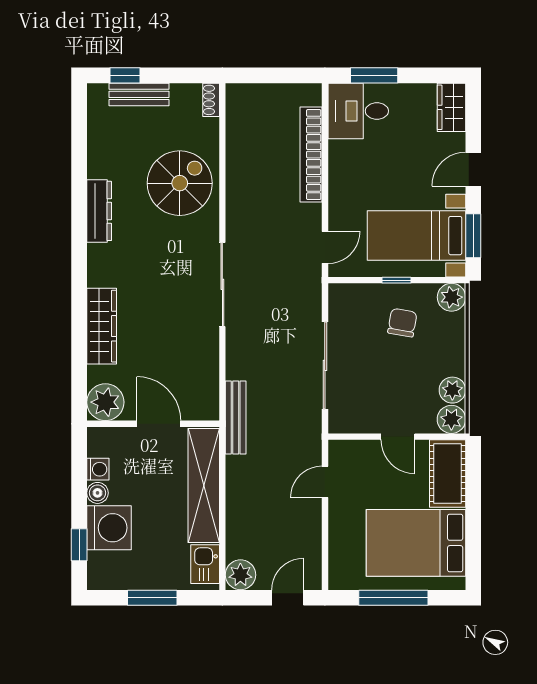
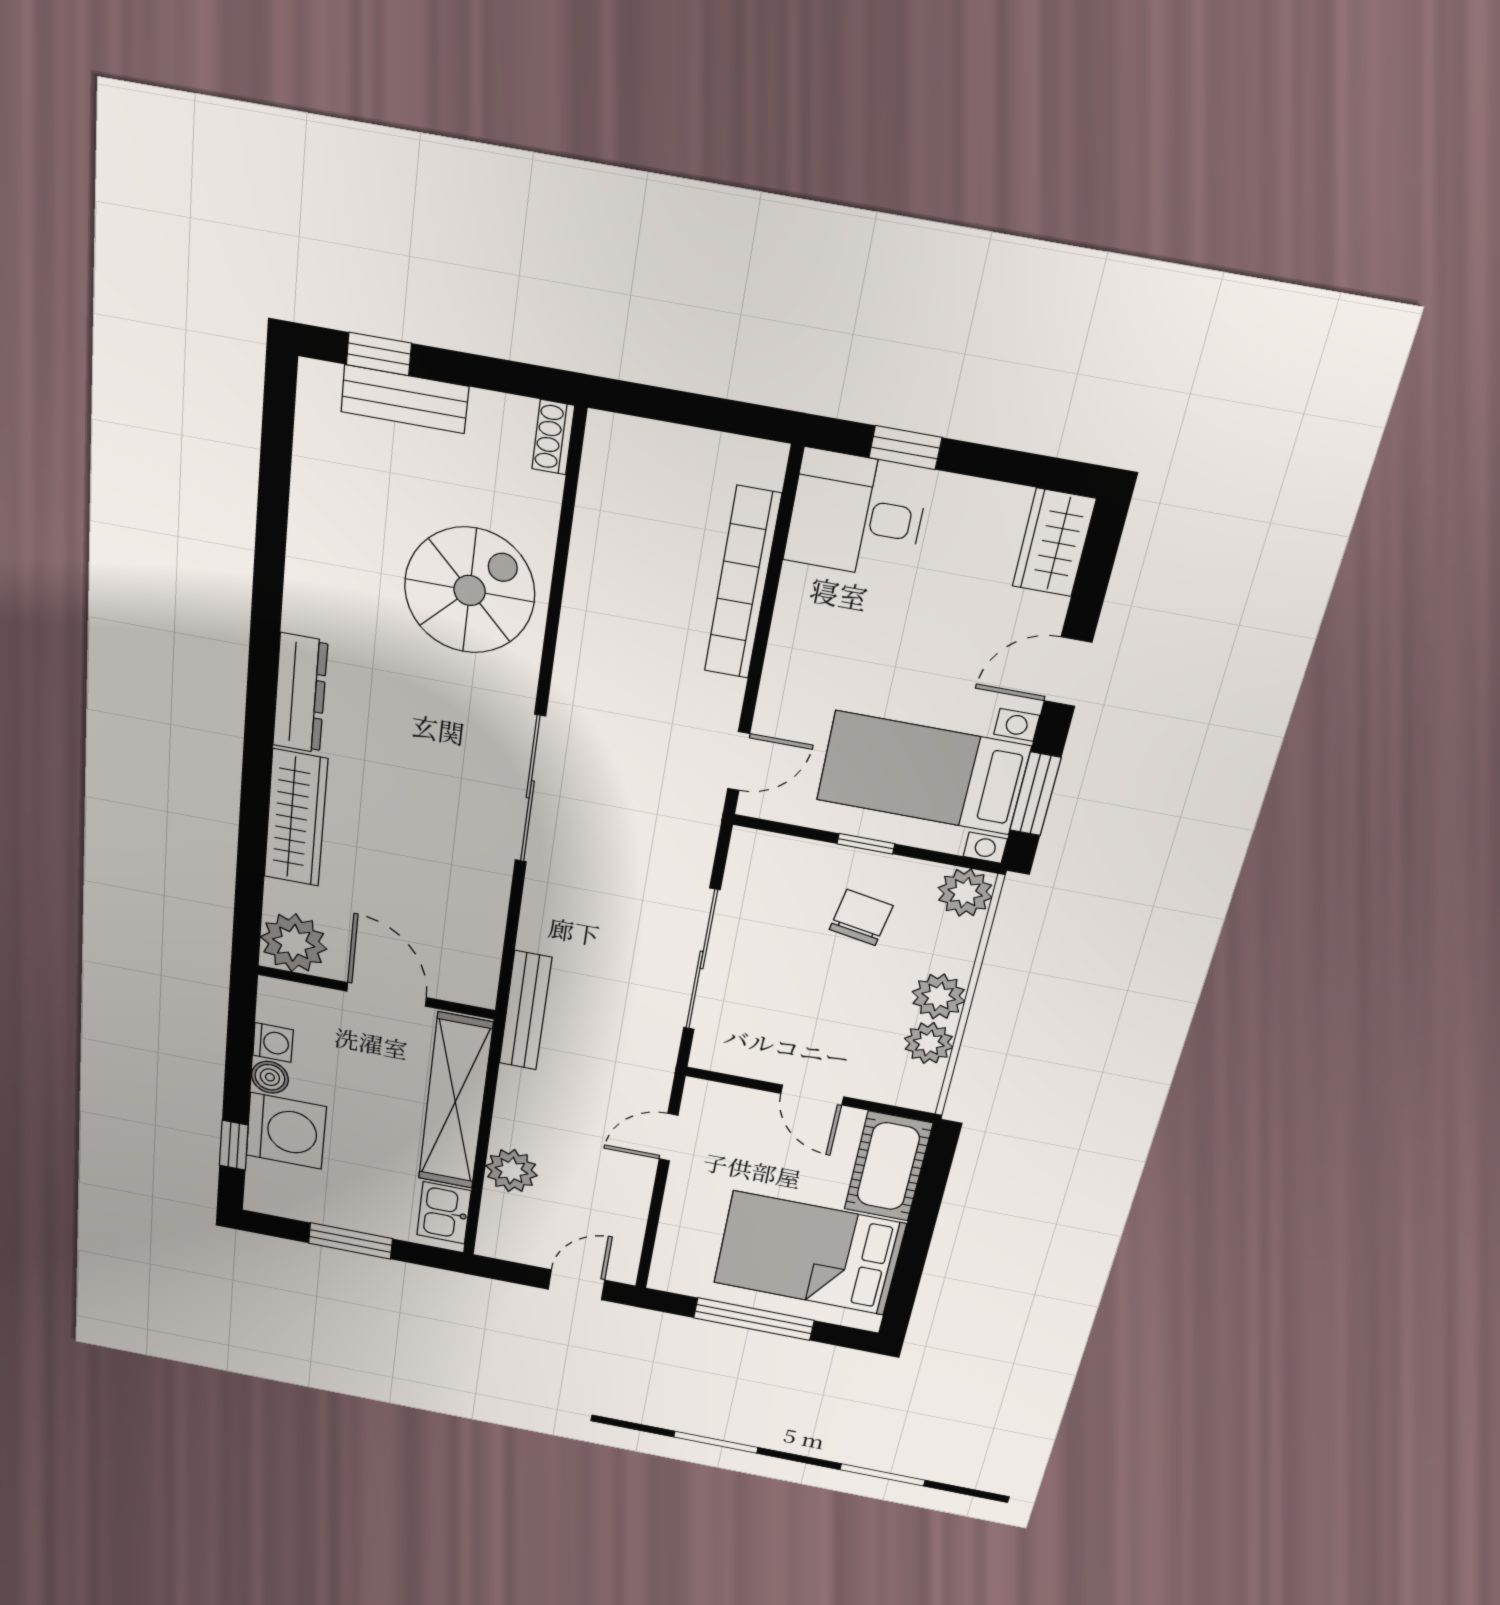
window: (374, 75) -> (905, 448), width x0.67
dresser: (99, 211) -> (300, 693), moved
plant: (451, 419) -> (939, 997), moved
plant: (240, 575) -> (511, 1171), moved

